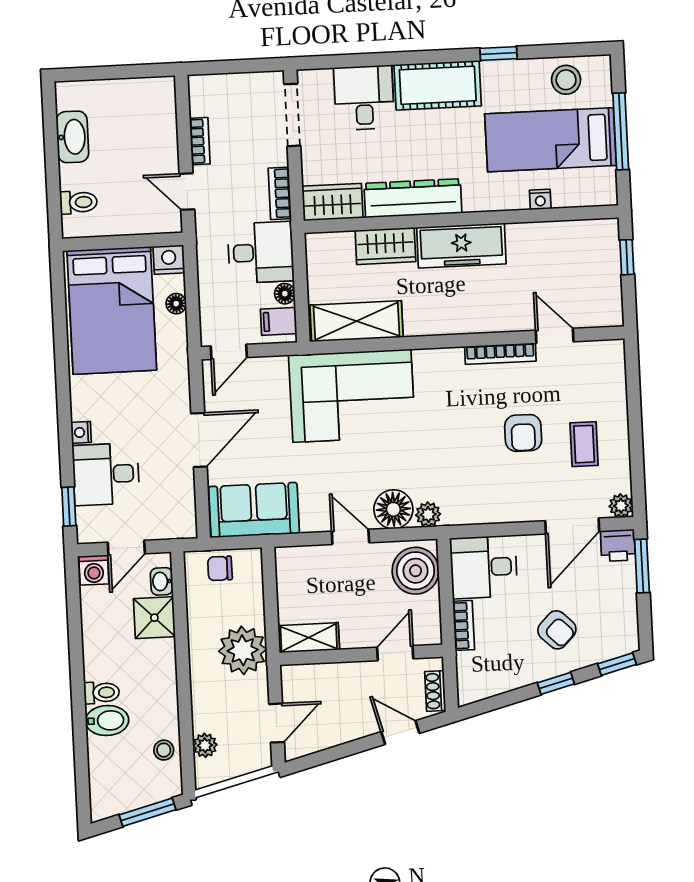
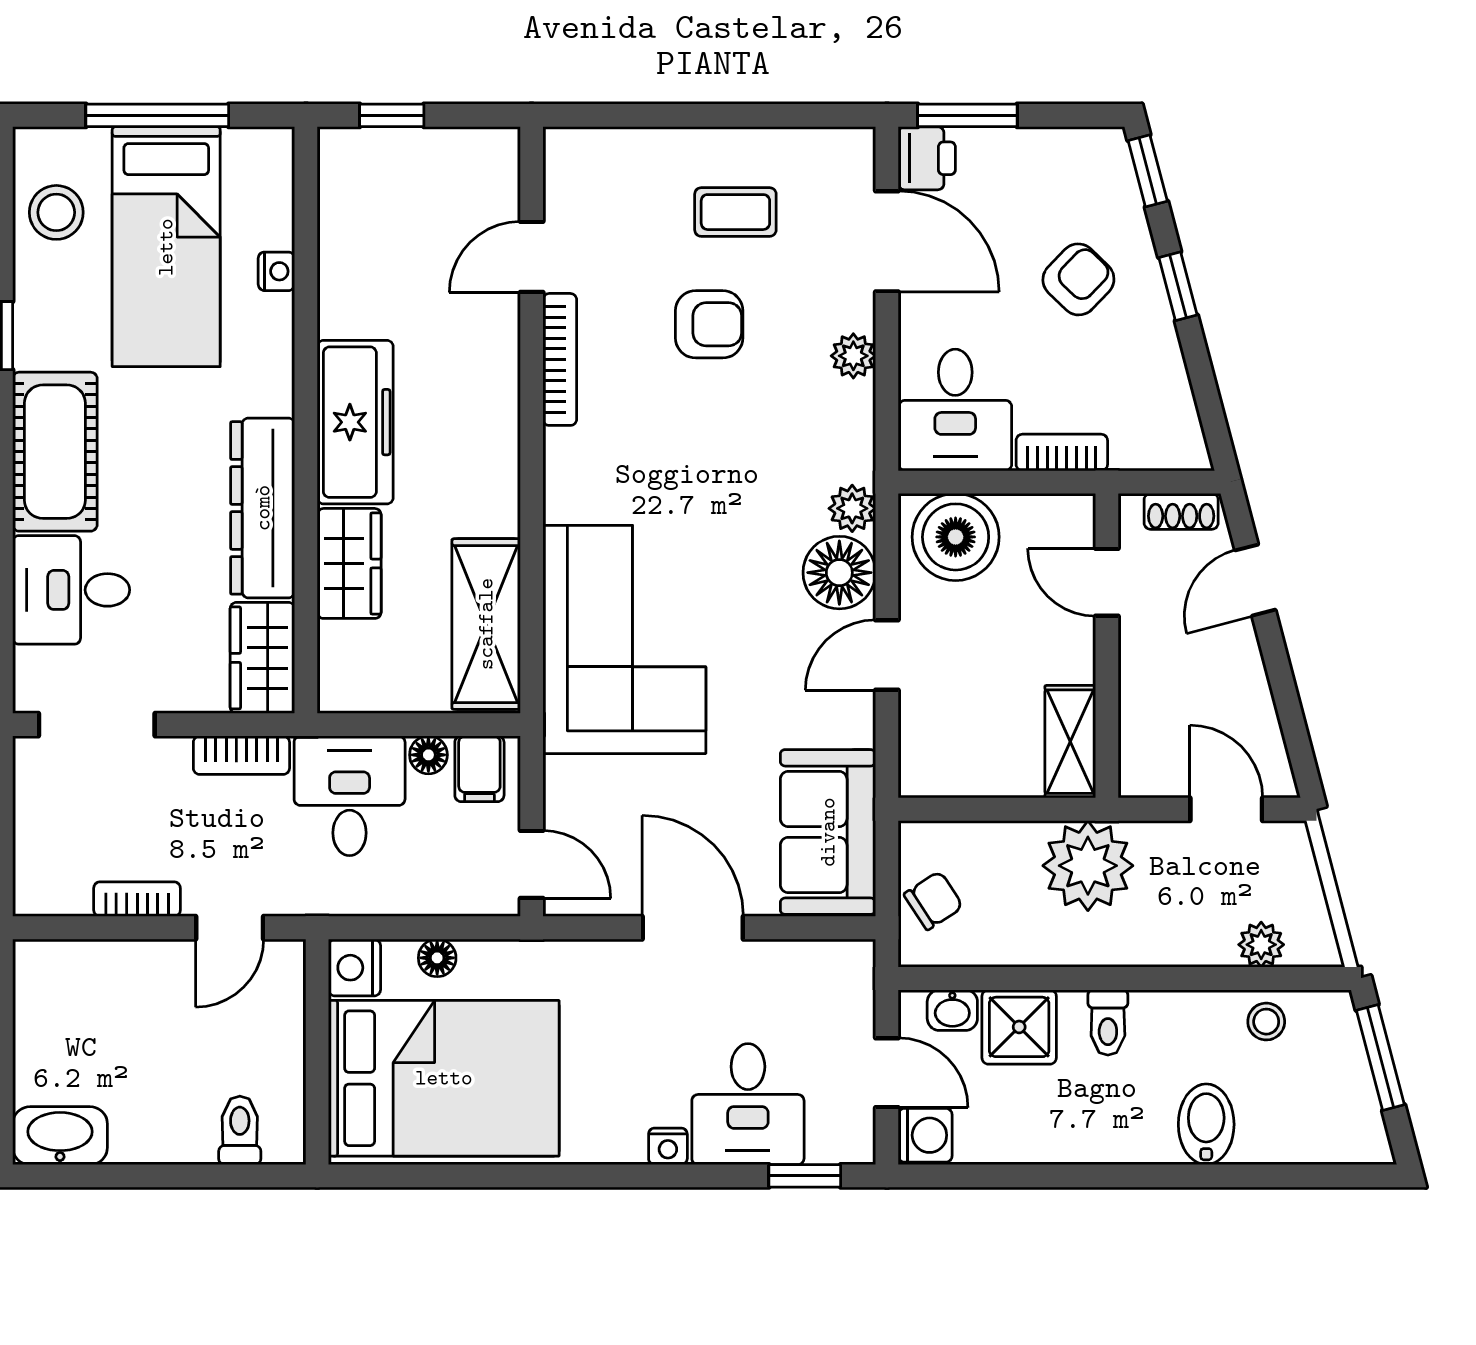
washbasin: (72, 137) -> (60, 1136), moved
plant: (621, 506) -> (853, 356), moved
chair: (220, 568) -> (933, 901), turned -123
toilet: (102, 693) -> (1108, 1022), moved, turned 180

